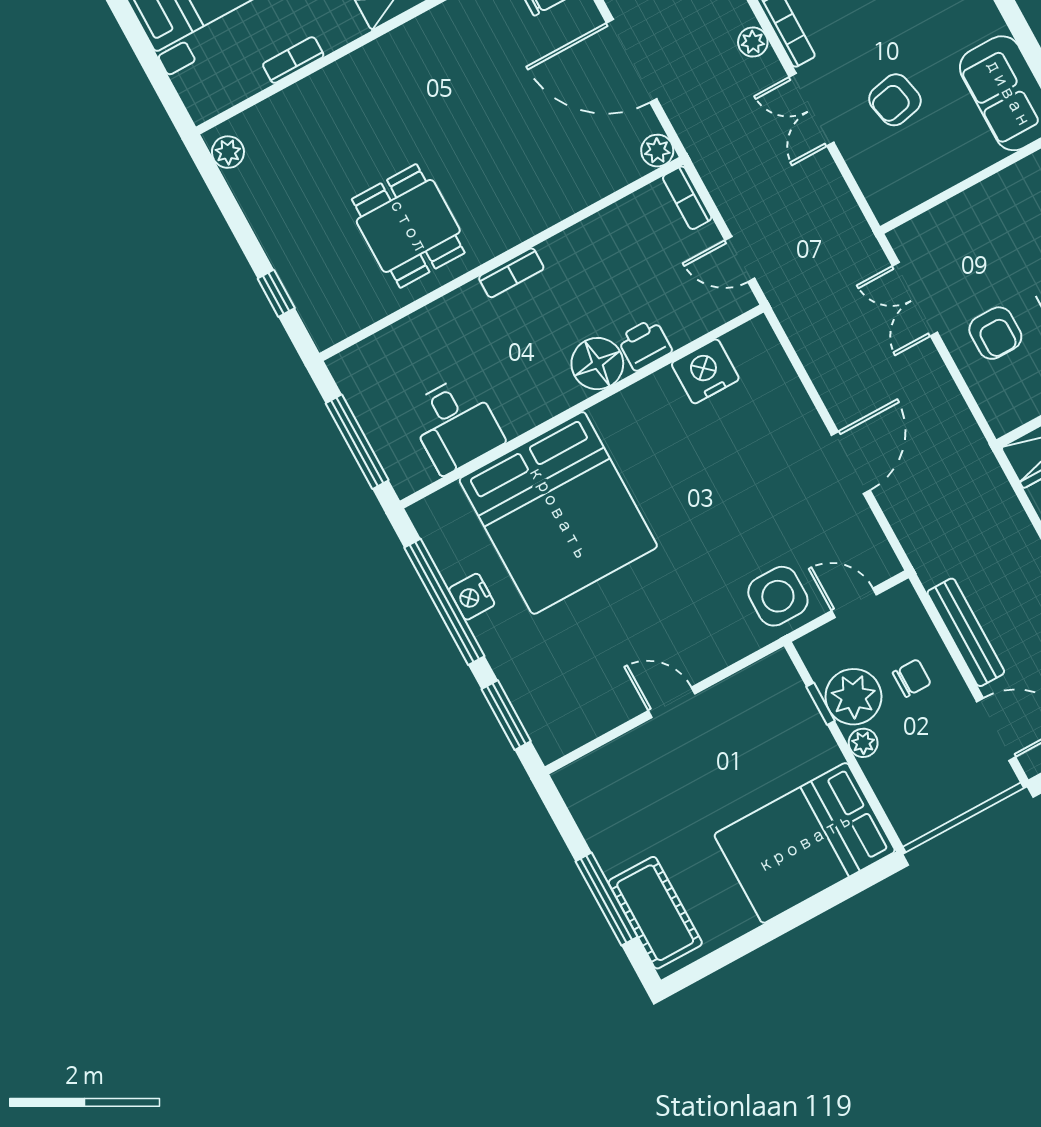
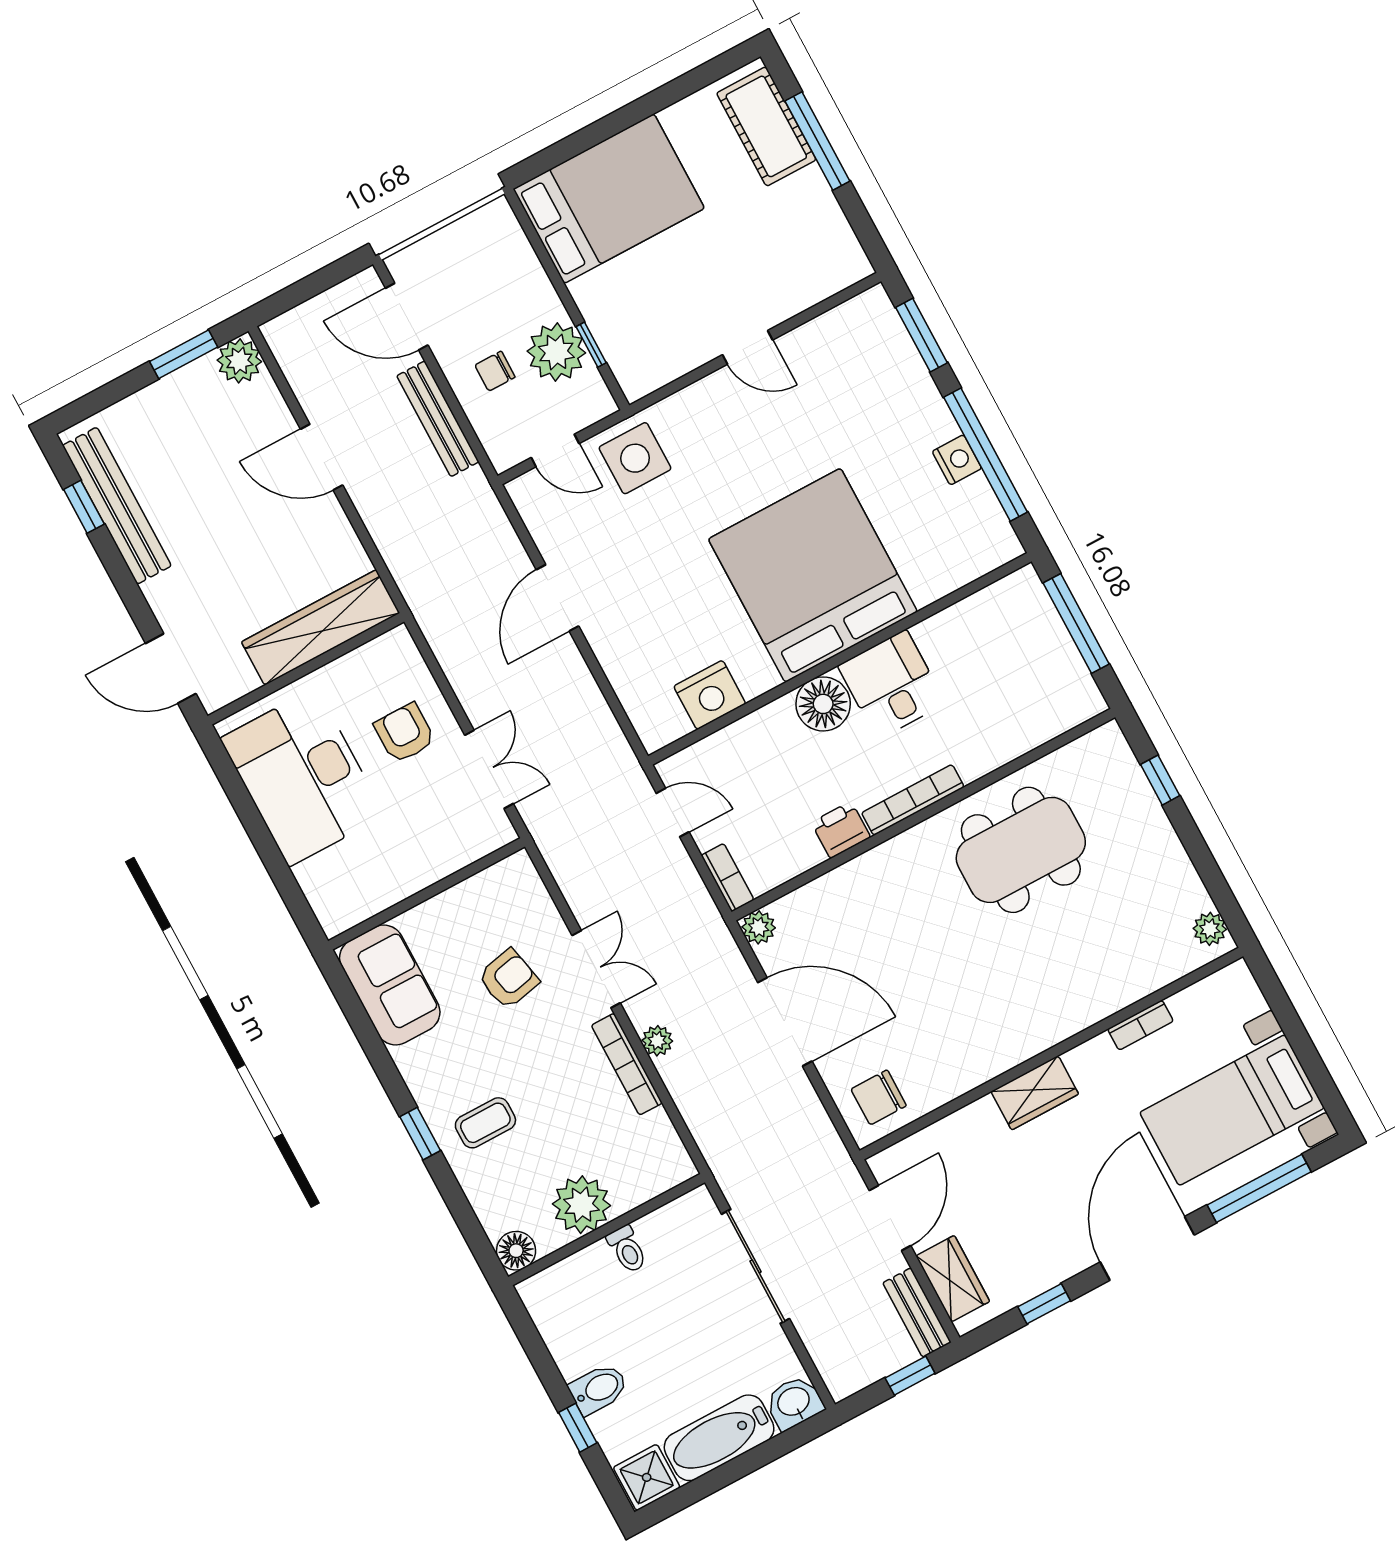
dining table: (408, 226) -> (1021, 850), width x1.38
bookcase: (511, 273) -> (913, 800), width x1.56
printer: (645, 345) -> (841, 830), moved, turned 180
desk: (455, 425) -> (892, 685), moved
bed: (558, 513) -> (813, 575), moved
plant: (863, 743) -> (547, 303), removed

